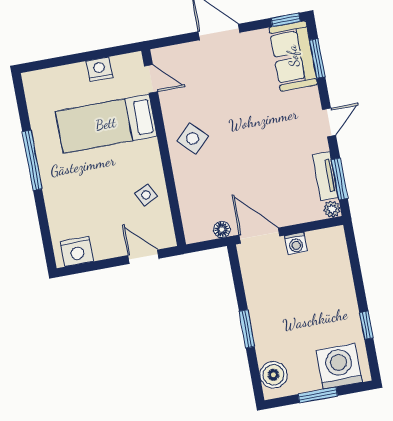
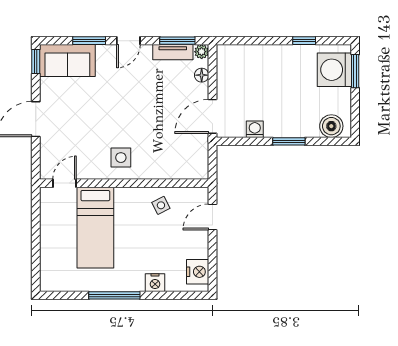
window: (317, 58) -> (89, 41), moved
nightstand: (100, 69) -> (155, 283), moved, turned -90
door: (329, 122) -> (128, 41), swing flipped
side table: (193, 138) -> (121, 158), turned 45
floor lamp: (222, 229) -> (202, 75), moved
washing machine: (296, 243) -> (255, 129), moved, turned -90
window: (318, 395) -> (355, 71), moved

